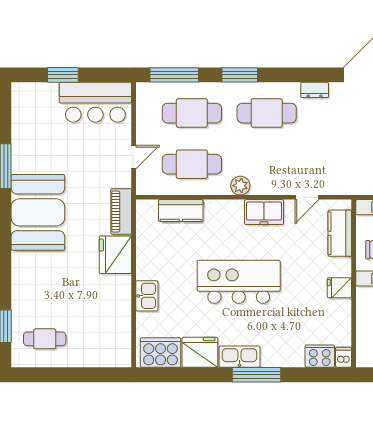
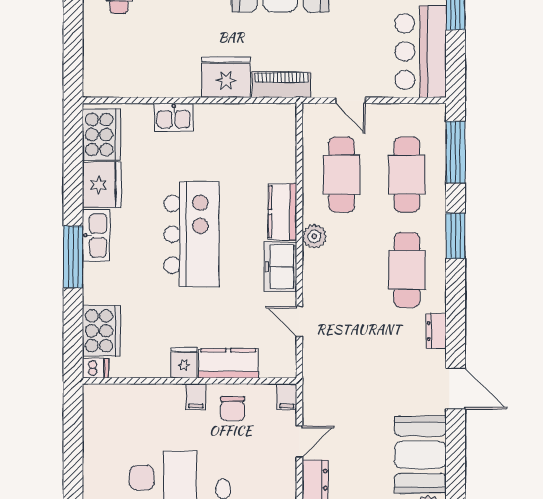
kitchen counter: (181, 211) -> (282, 212), moved
kitchen counter: (340, 233) -> (228, 363), moved
cooker: (320, 356) -> (101, 331), width x1.37, depth x1.31

